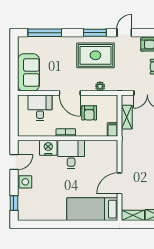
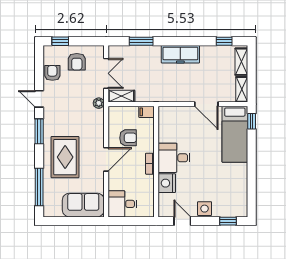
rug: (95, 55) -> (65, 157), moved
plant: (100, 86) -> (99, 103), moved
desk: (40, 108) -> (122, 204), moved
shelving: (127, 117) -> (121, 96), moved
window: (104, 224) -> (252, 121), added

